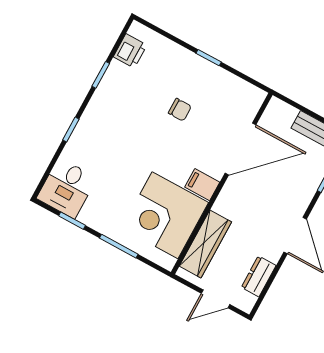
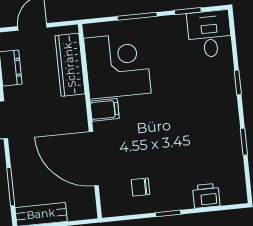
printer: (130, 51) -> (206, 196), moved, turned 90
chair: (180, 110) -> (140, 187), moved
door: (241, 149) -> (94, 159), hinge flipped

